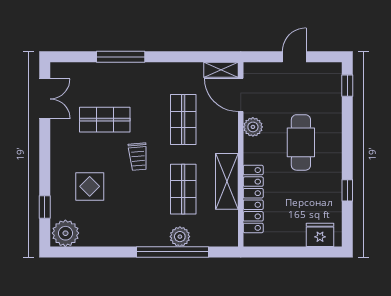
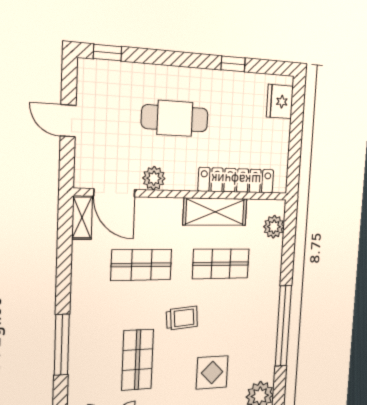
door: (241, 95) -> (114, 193), hinge flipped
plant: (180, 237) -> (274, 227), moved
window: (172, 252) -> (283, 326), moved

